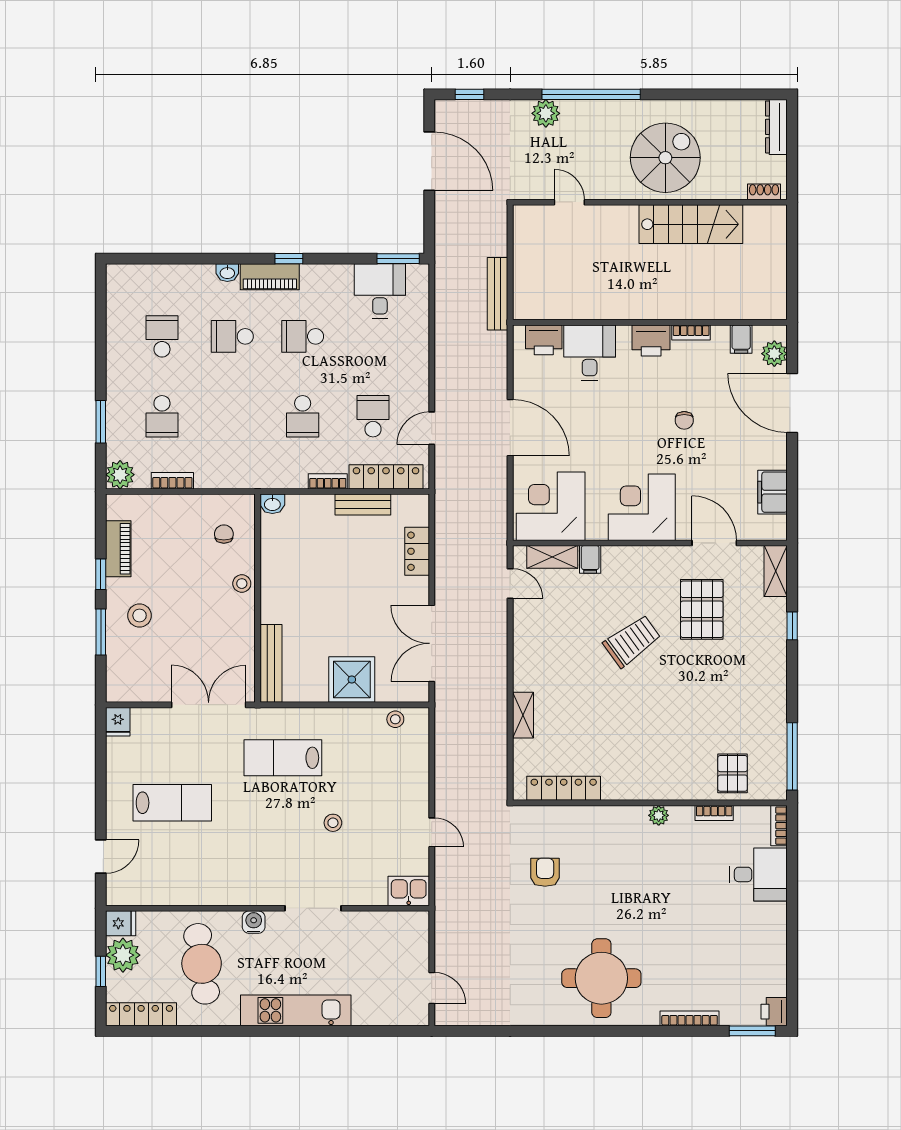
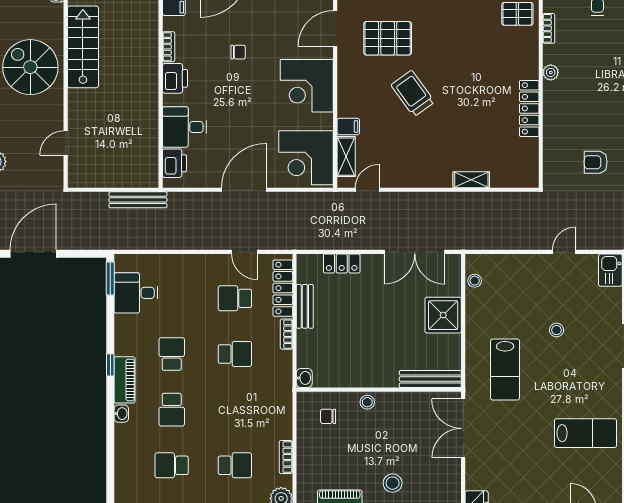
school desk: (303, 336) -> (172, 354), turned 180
locker: (564, 788) -> (529, 108), moved
lab bench: (172, 803) -> (586, 433), moved, turned 90

